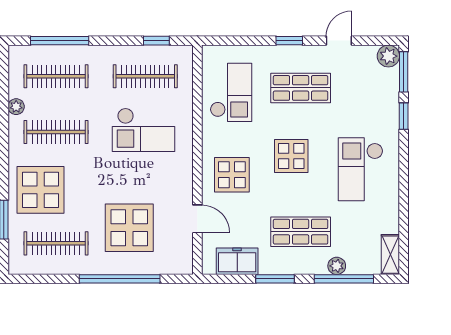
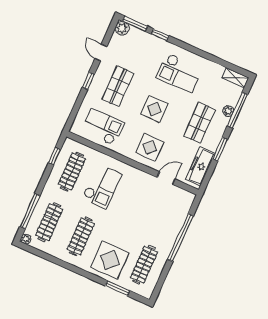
plant: (16, 107) -> (26, 239), moved
display table: (129, 228) -> (154, 219), removed
freezer: (237, 261) -> (200, 166), width x1.40

